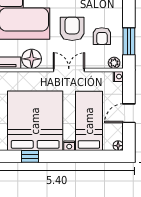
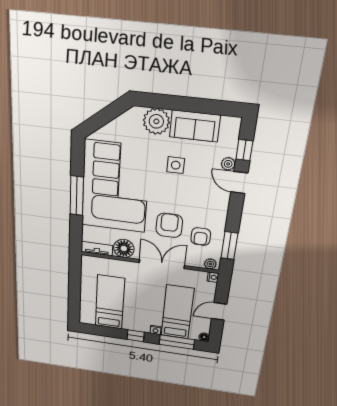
double door: (69, 70) -> (162, 264), width x1.37
bed: (35, 121) -> (110, 302), width x0.49
window: (30, 156) -> (136, 336), moved
window: (92, 156) -> (177, 342), added

